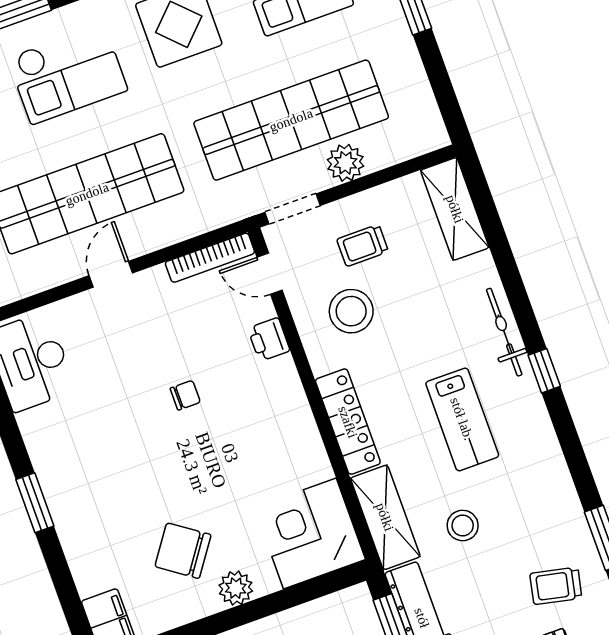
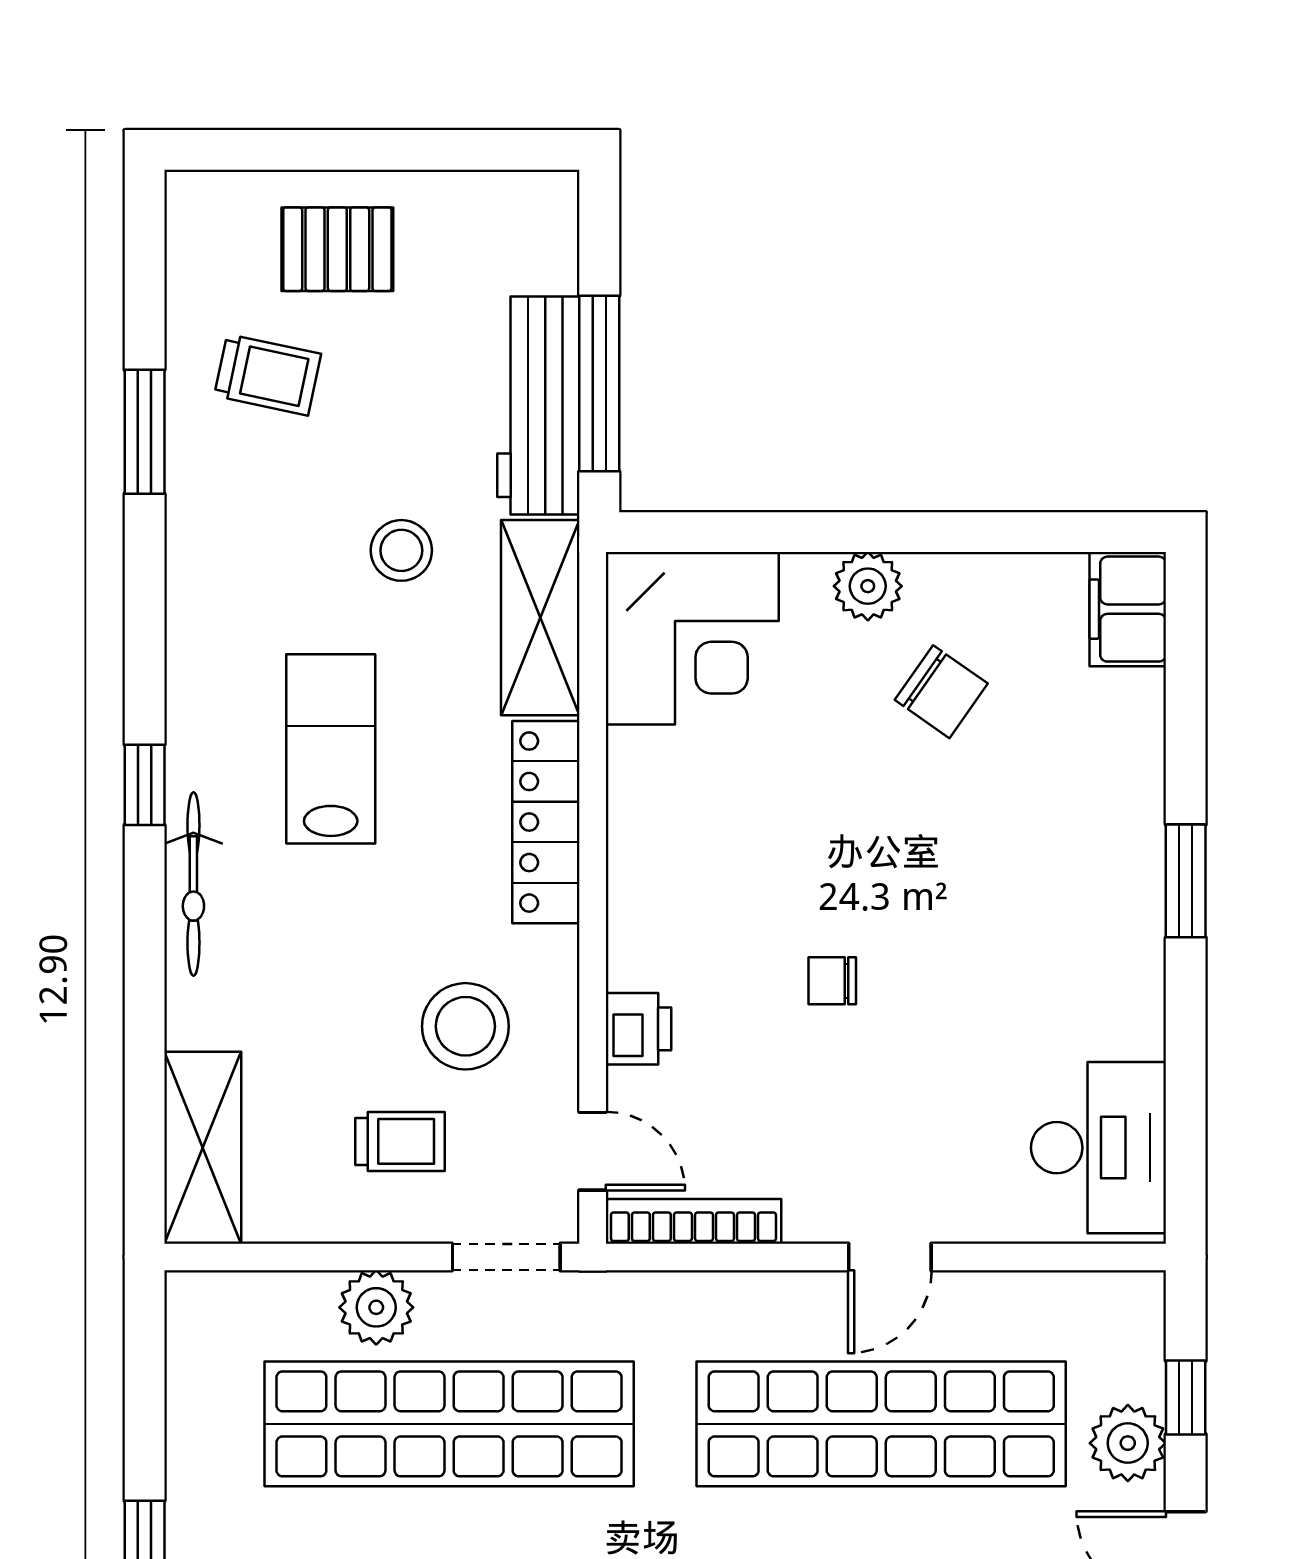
chair: (183, 551) -> (941, 692), width x0.73, depth x0.73

